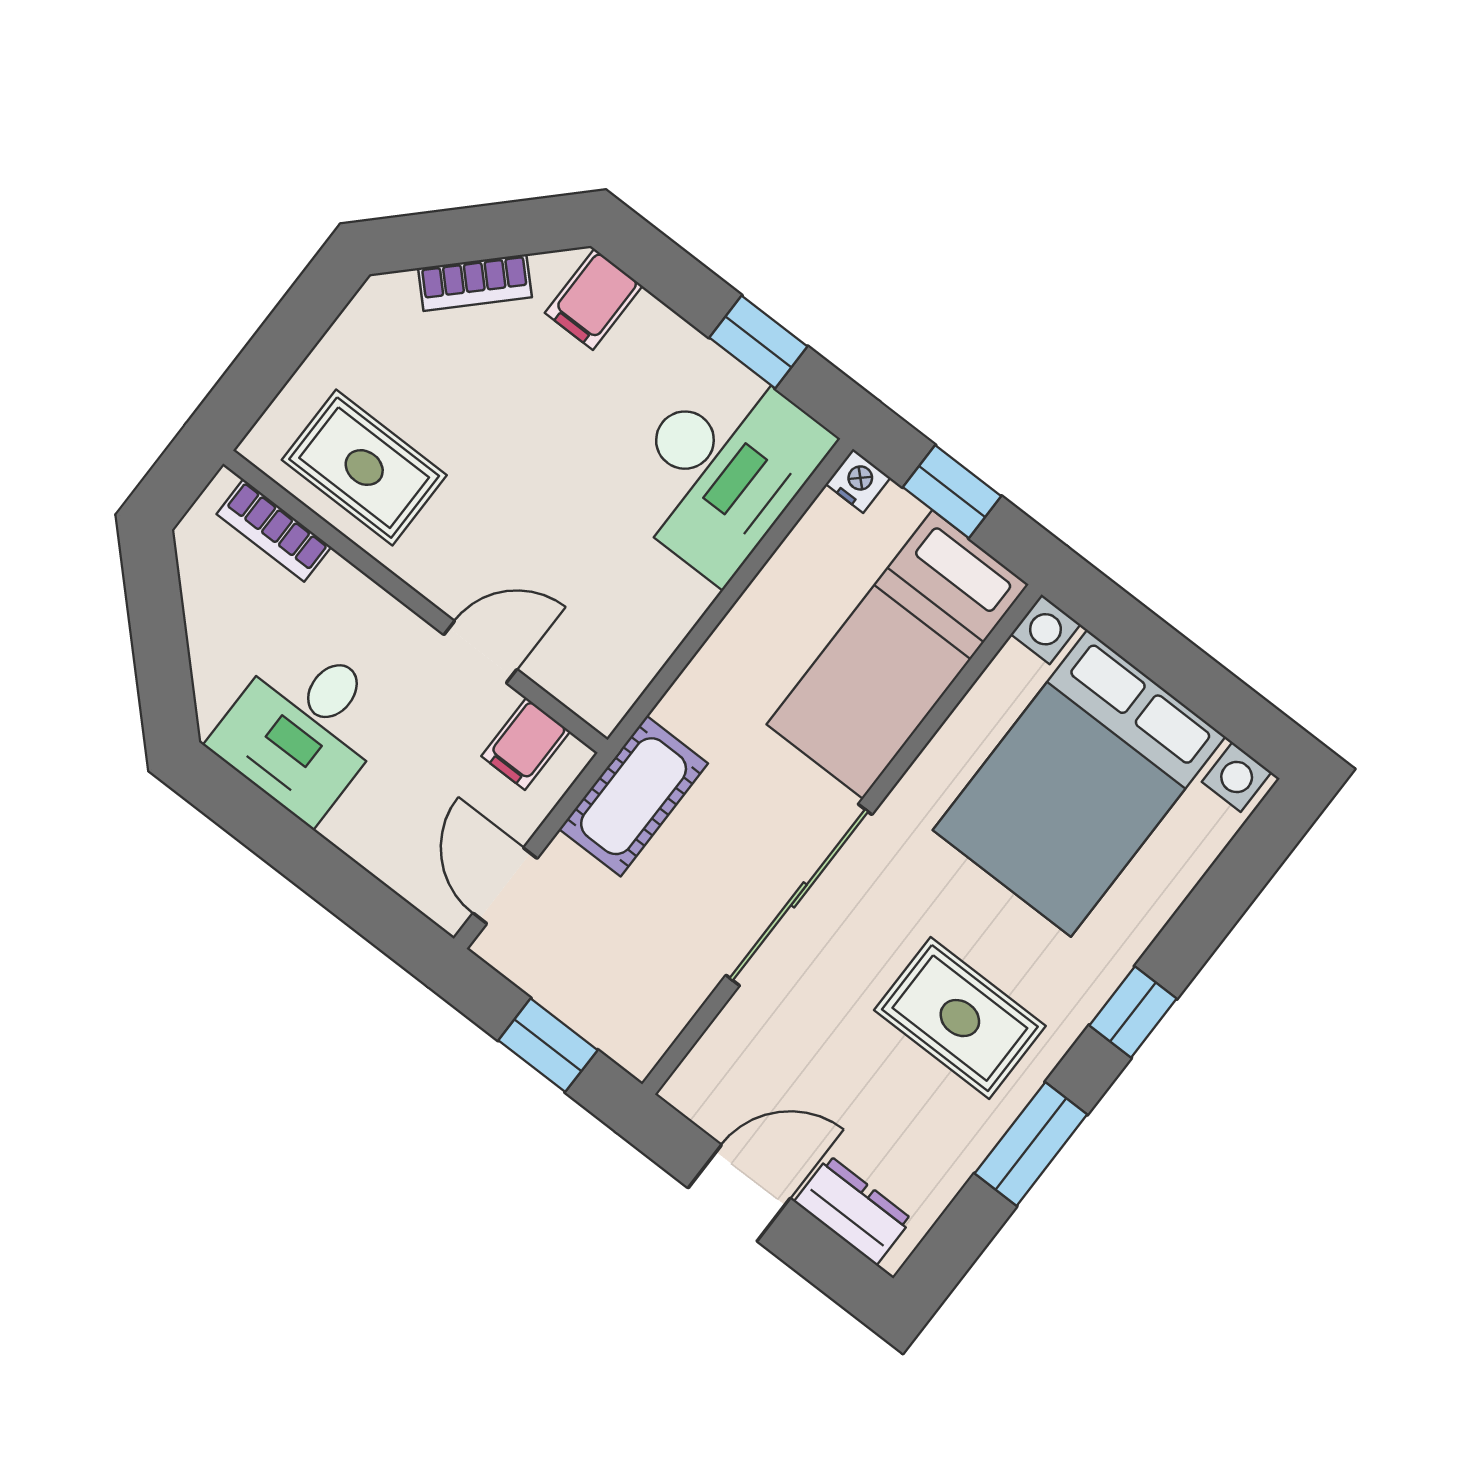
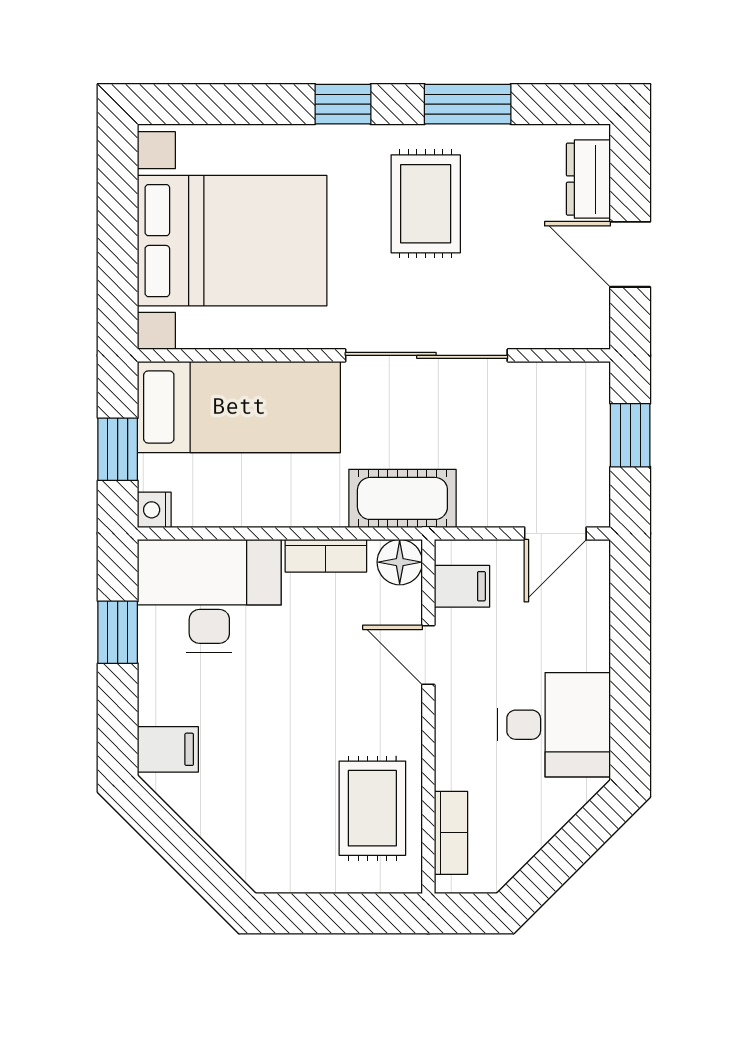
bookcase: (475, 283) -> (326, 556), moved, turned 135
floor lamp: (602, 698) -> (400, 562), added
cot: (634, 796) -> (402, 498), moved

